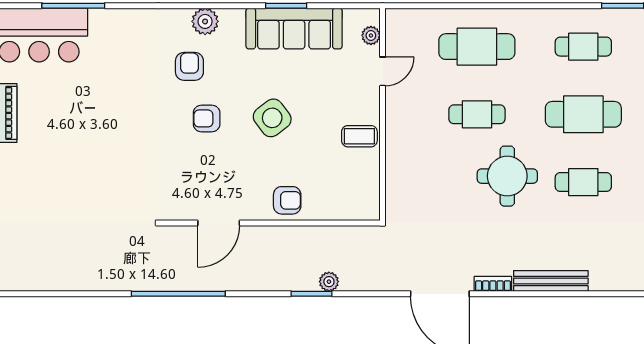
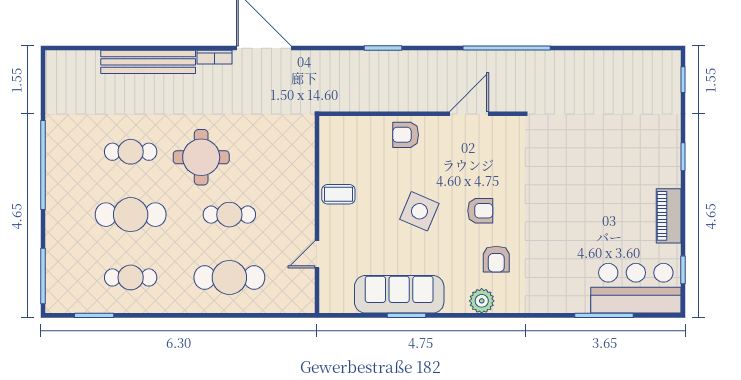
plant: (371, 35) -> (328, 288), removed
side table: (272, 118) -> (419, 211), turned -30
bench: (551, 281) -> (148, 62), width x1.37, depth x1.21
plant: (329, 282) -> (367, 59), removed

